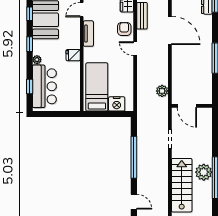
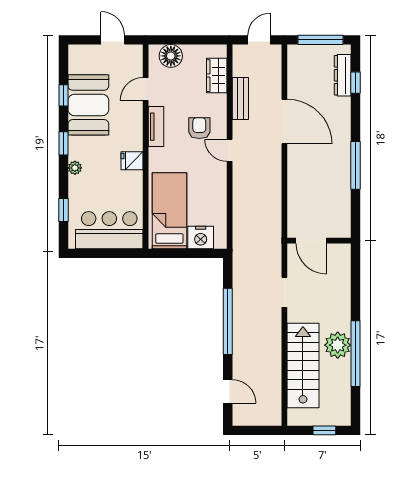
armchair: (124, 29) -> (199, 128), moved
bar counter: (44, 86) -> (109, 230), moved, turned -90
plant: (162, 91) -> (272, 217), removed

